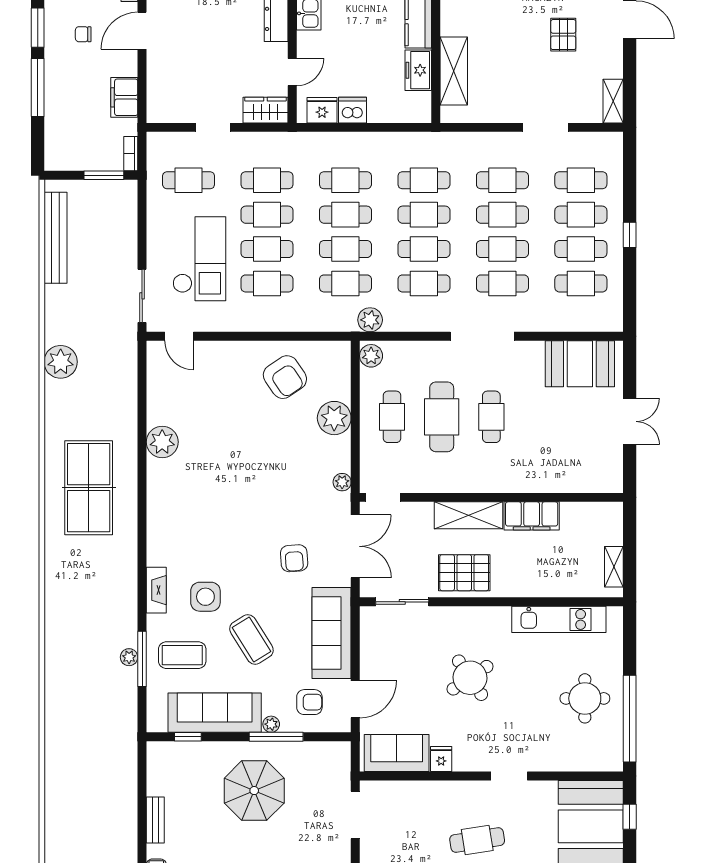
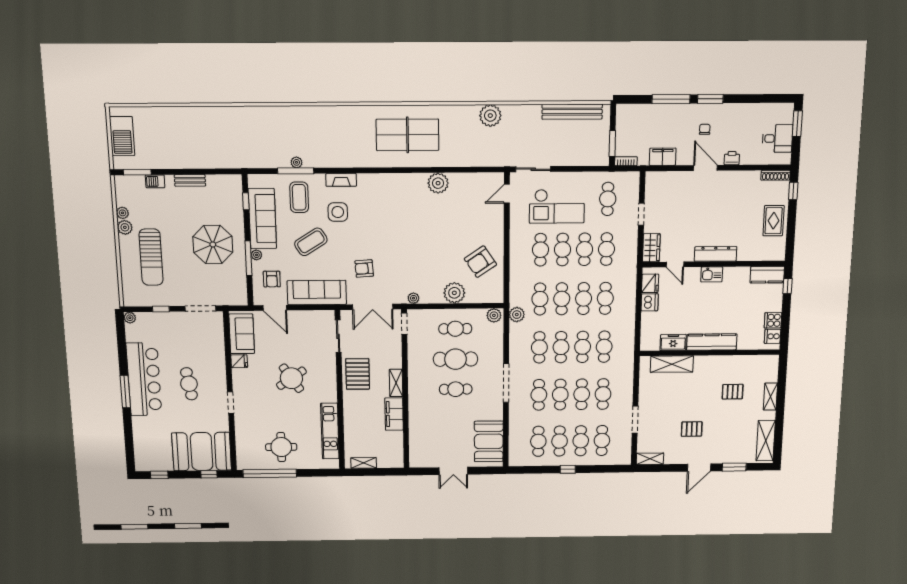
shelving: (468, 515) -> (396, 383), width x0.67, depth x0.75

